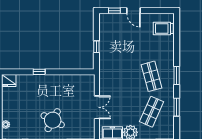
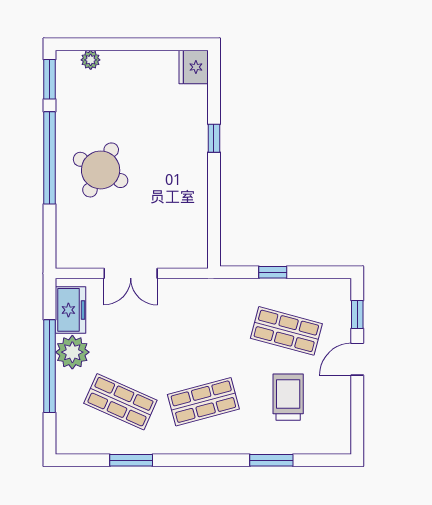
trolley: (163, 28) -> (288, 397), moved
shop shelf: (121, 41) -> (286, 331), added
window: (177, 75) -> (271, 460), moved

